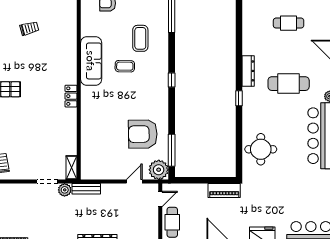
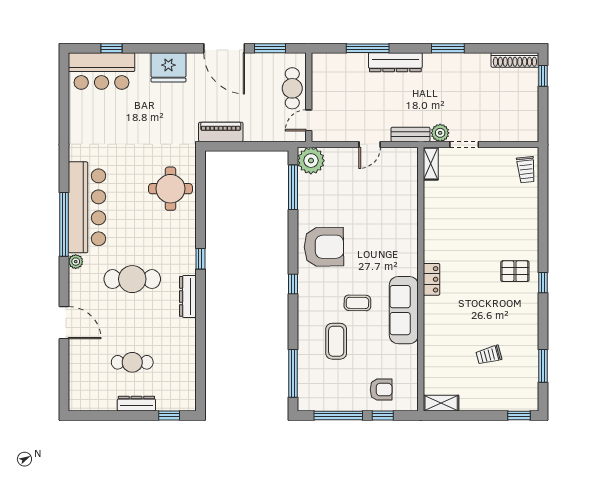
locker: (71, 96) -> (431, 279), moved
armchair: (143, 134) -> (324, 247), moved
door: (134, 181) -> (370, 144), moved

